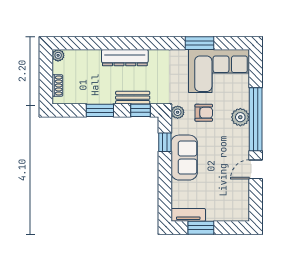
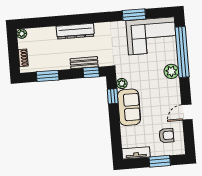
window: (100, 110) -> (48, 76), moved
plant: (178, 112) -> (122, 83), moved
armchair: (204, 113) -> (166, 135), moved
window: (256, 119) -> (182, 52), moved
window: (201, 228) -> (160, 161), moved

